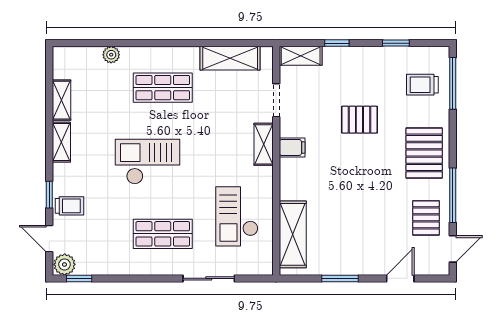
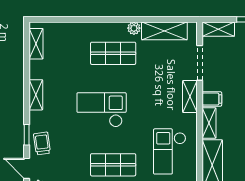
plant: (111, 55) -> (134, 28), moved
shelving: (62, 100) -> (36, 44), moved
doorway: (276, 100) -> (200, 63), width x1.38
shelving: (288, 179) -> (209, 123), added
trolley: (69, 206) -> (42, 143), turned -98

